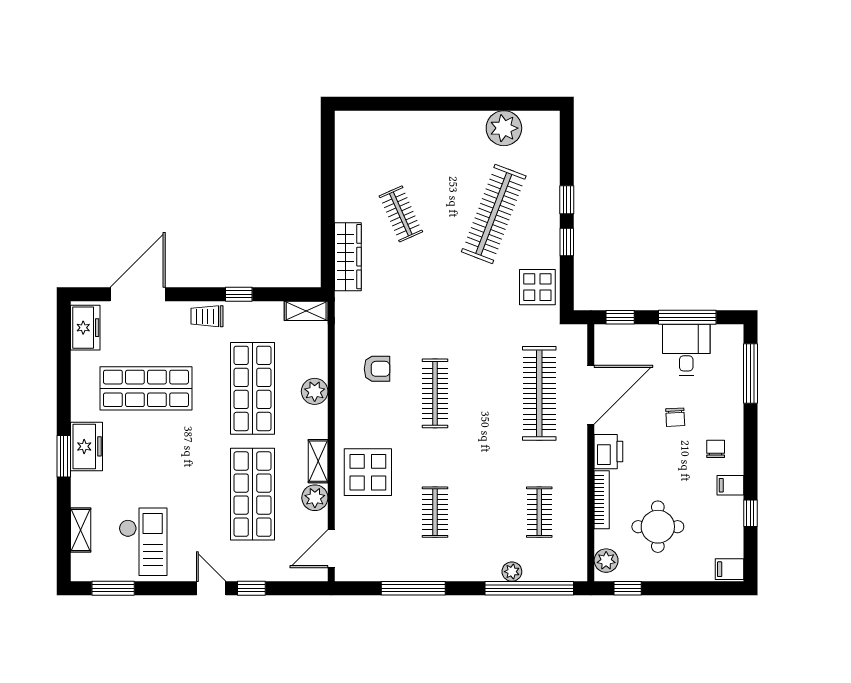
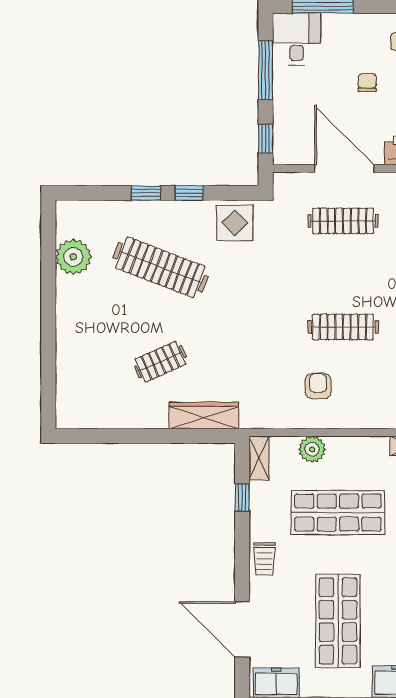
window: (239, 294) -> (242, 497), moved
desk: (686, 350) -> (297, 39), moved, turned 90
plant: (315, 391) -> (312, 449), moved
clothes rail: (539, 393) -> (343, 221), width x0.73, depth x0.76
chair: (675, 417) -> (367, 83), turned -87

